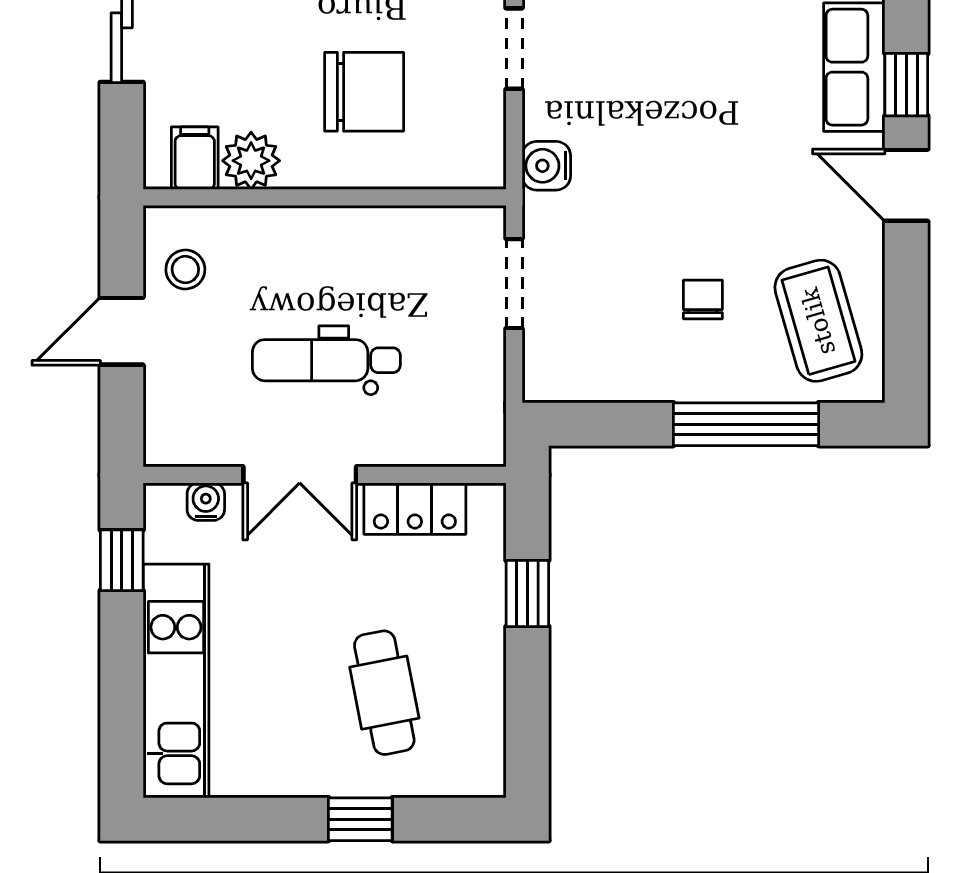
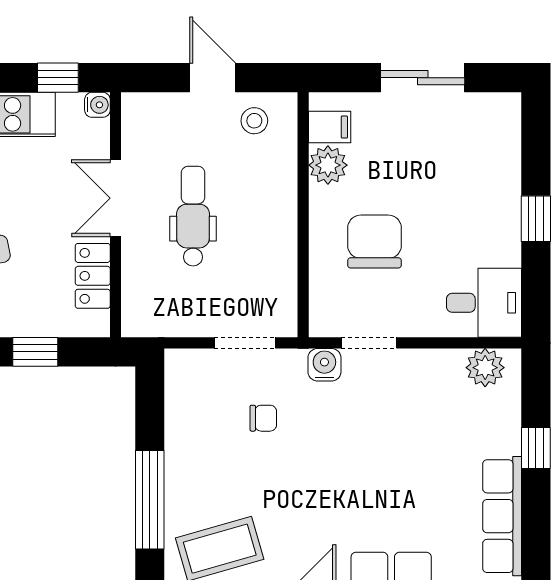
doorway: (514, 49) -> (369, 343), moved
chair: (364, 92) -> (375, 242), turned 180
chair: (703, 299) -> (263, 418), moved
water cooler: (206, 502) -> (97, 105), moved

